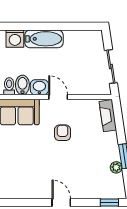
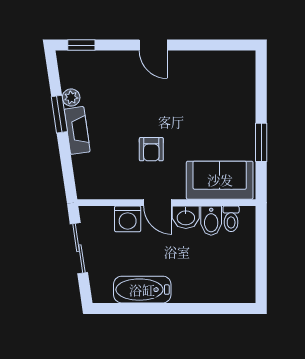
washing machine: (15, 39) -> (128, 219), moved, turned 180
bathtub: (44, 39) -> (142, 290), moved
fireplace: (108, 116) -> (77, 130), moved

